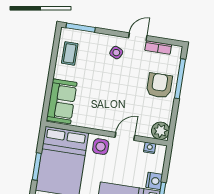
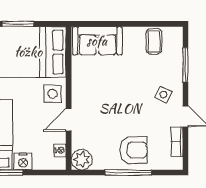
window: (81, 28) -> (185, 65), moved
coffee table: (70, 53) -> (154, 41), turned 90
window: (180, 79) -> (128, 173), moved
door: (125, 136) -> (69, 120), swing flipped

